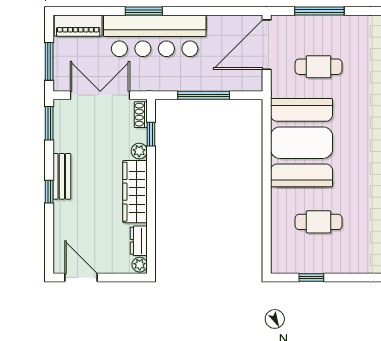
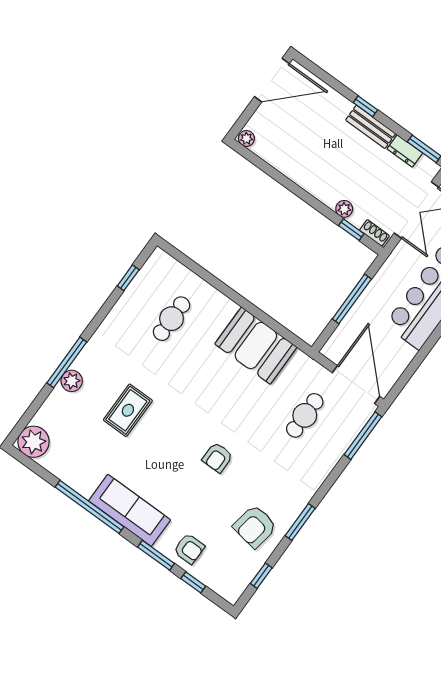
window: (319, 11) -> (363, 436), moved
booth: (301, 143) -> (256, 346), width x0.73, depth x0.70
wardrobe: (135, 192) -> (312, 180), removed
dresser: (139, 241) -> (405, 151), moved, turned 180
door: (81, 278) -> (272, 80), width x1.36

